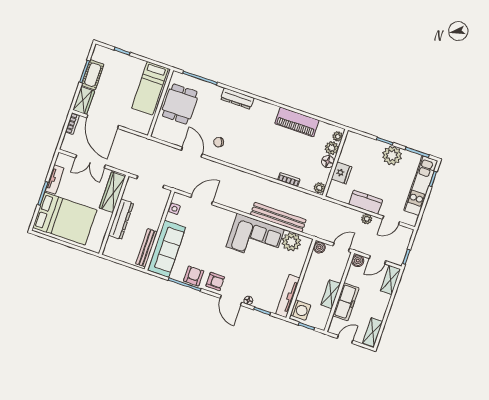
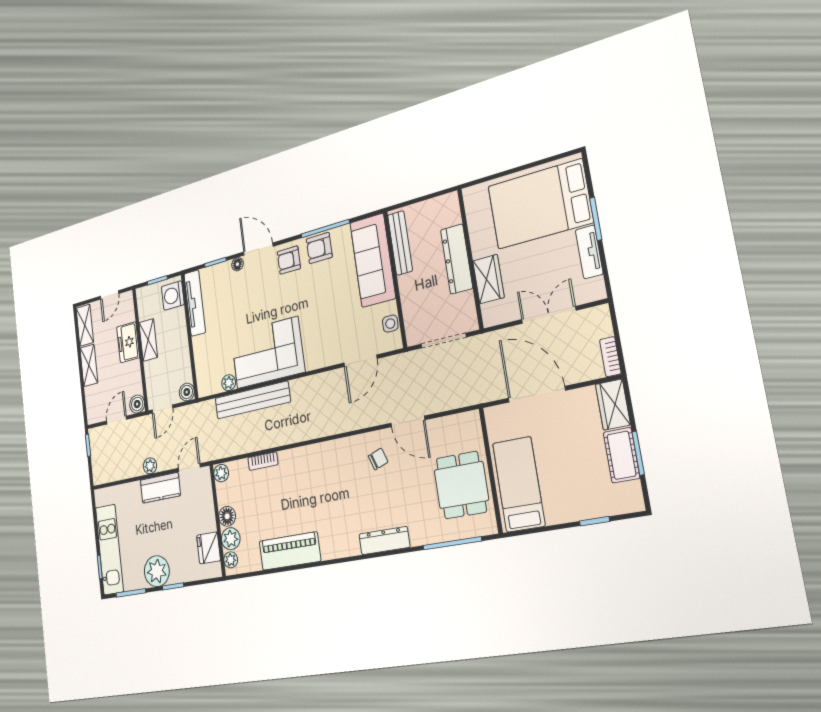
door: (103, 122) -> (537, 394), moved
fridge: (342, 173) -> (209, 548), moved
wardrobe: (112, 192) -> (488, 279), width x0.67
door: (391, 220) -> (189, 468), moved
plant: (291, 242) -> (229, 383), width x0.53, depth x0.53
armchair: (194, 276) -> (319, 248), turned 90
shelving: (390, 280) -> (89, 365), moved
freezer: (346, 302) -> (128, 342), width x0.71

